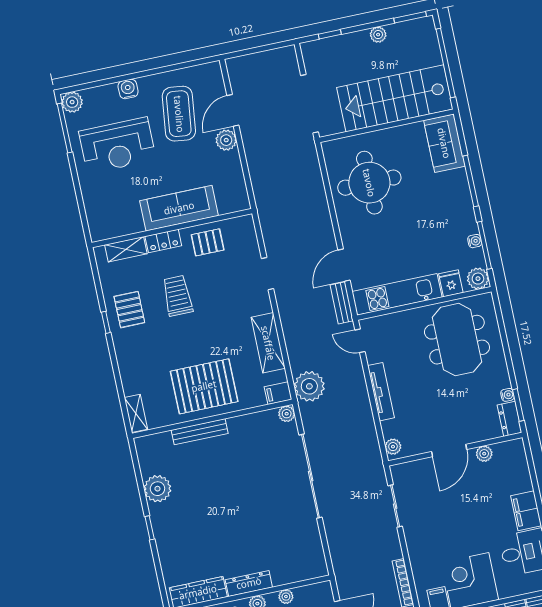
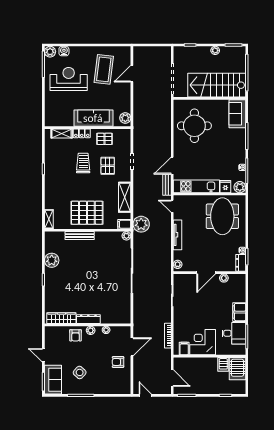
water cooler: (128, 89) -> (64, 51), moved
plant: (226, 140) -> (125, 118), moved
reception desk: (117, 145) -> (69, 79), turned 180
pallet: (129, 310) -> (108, 166), moved

